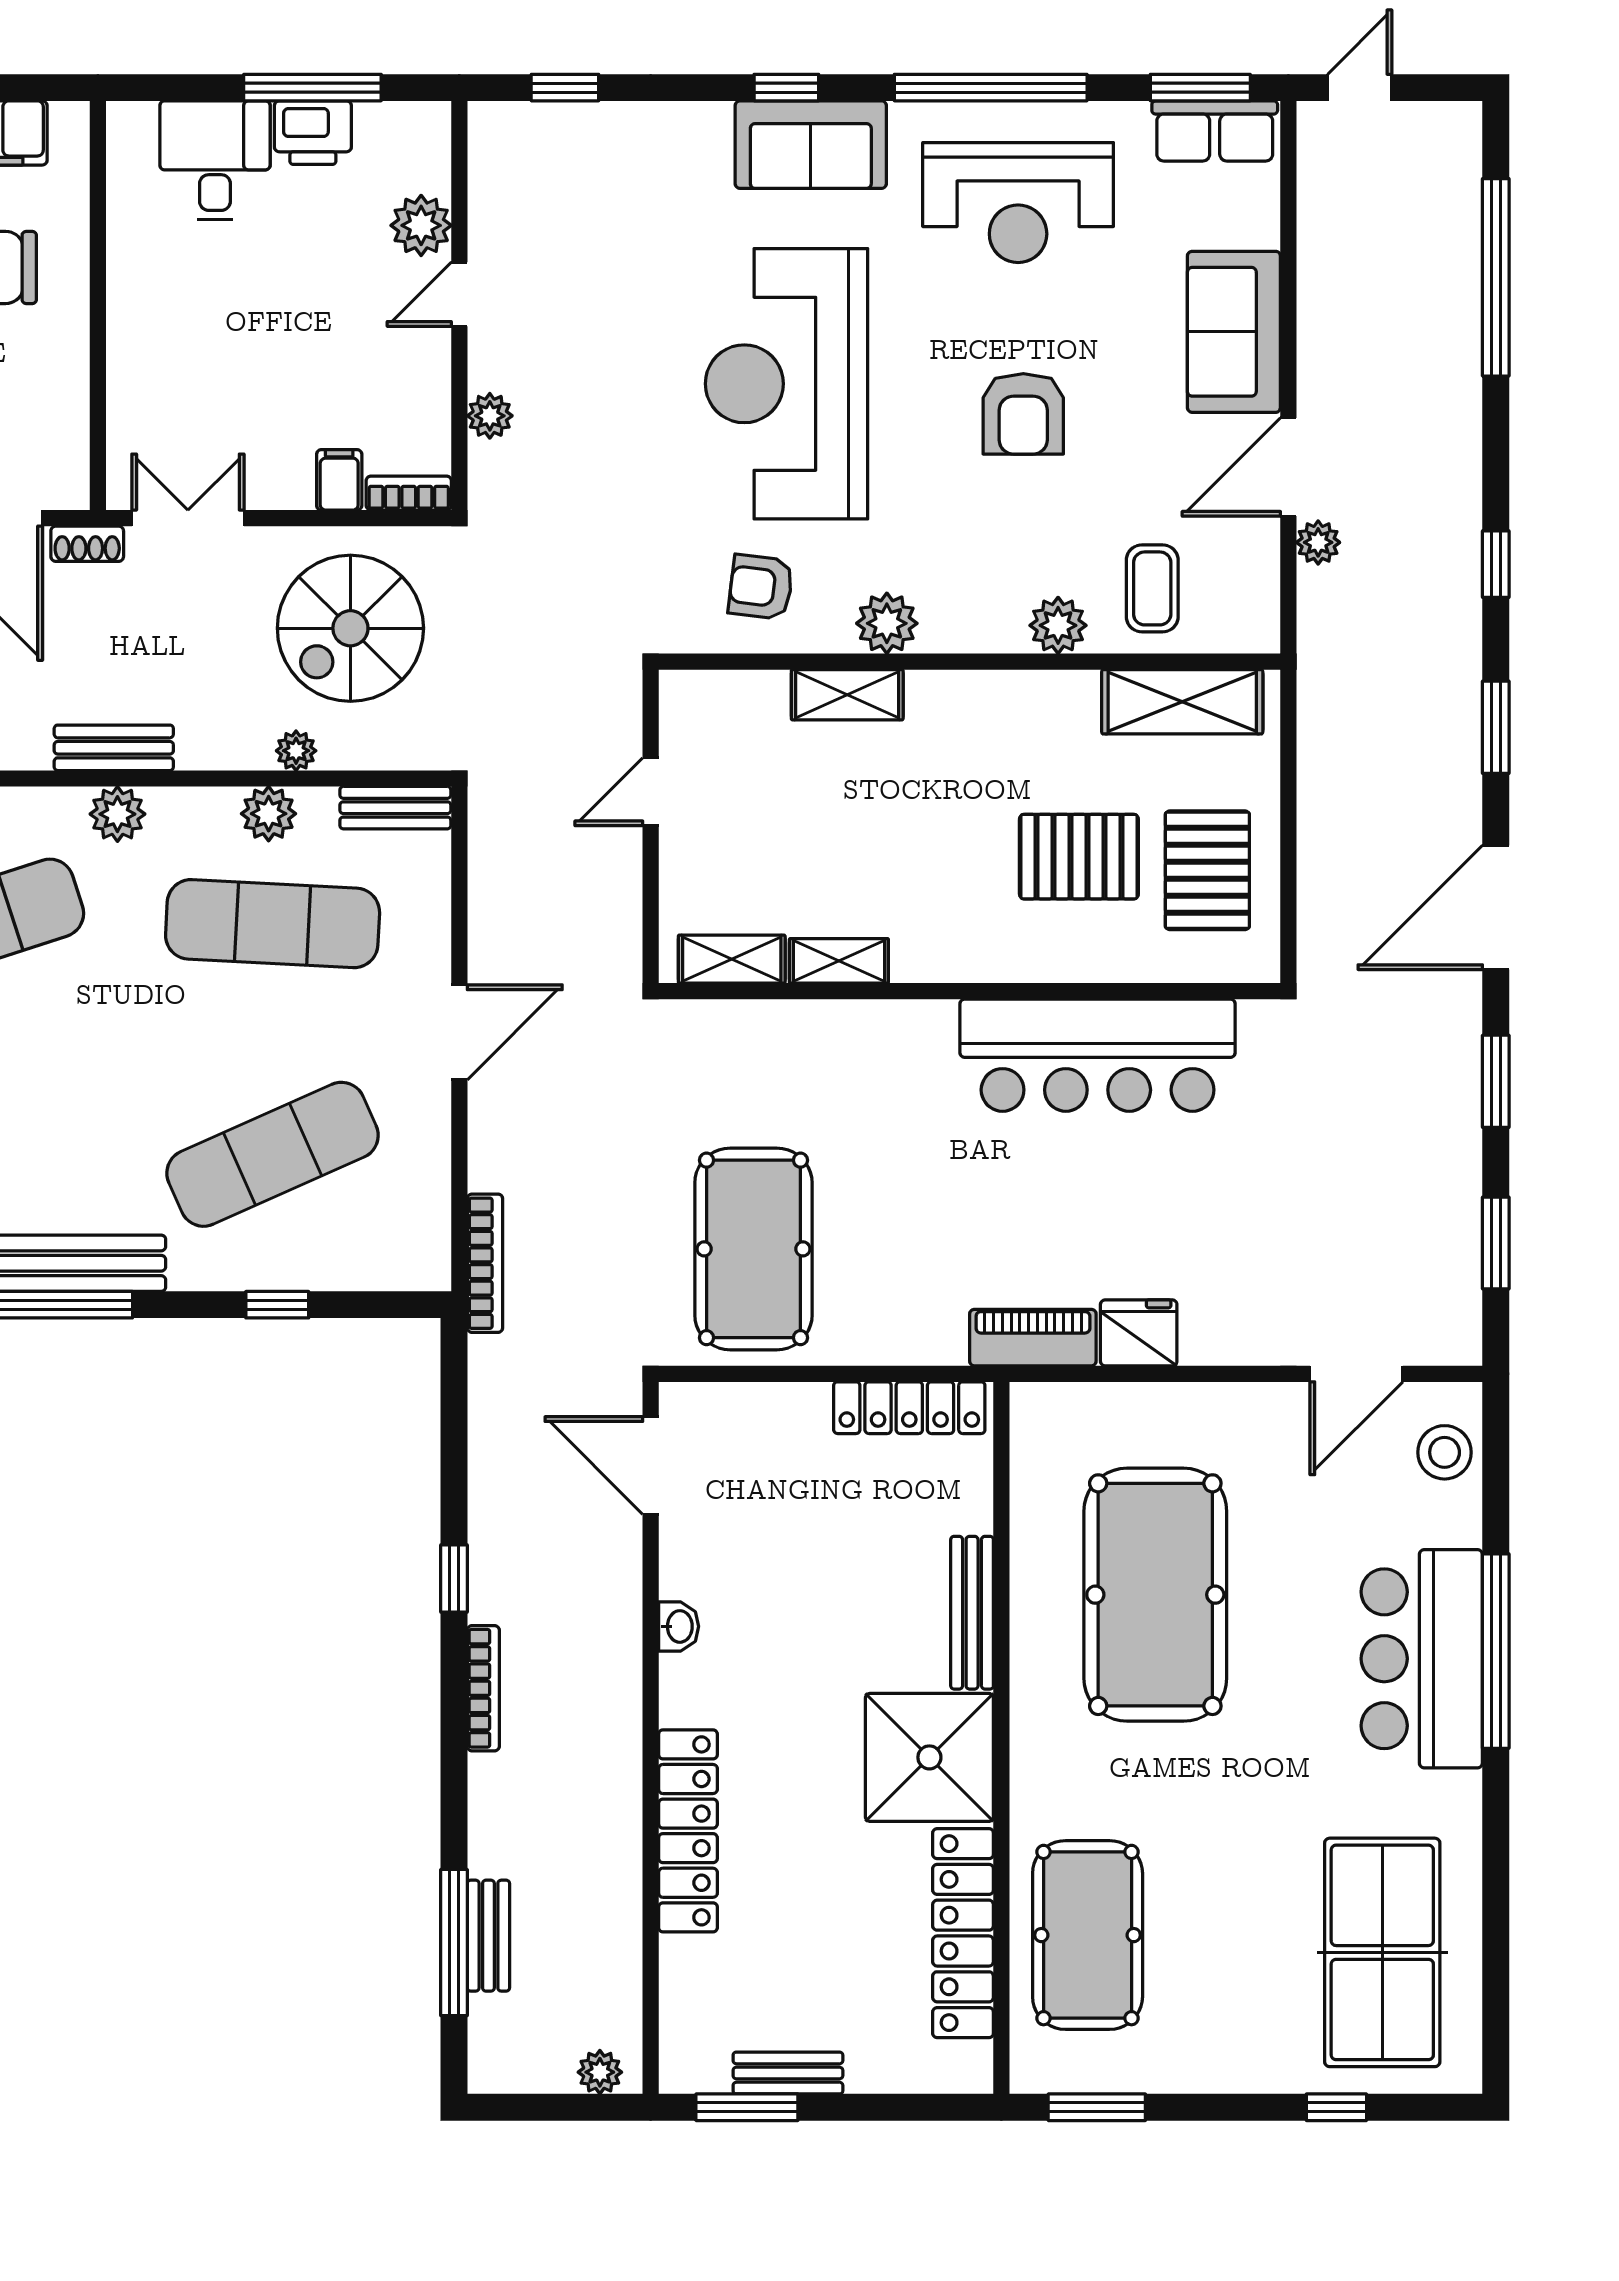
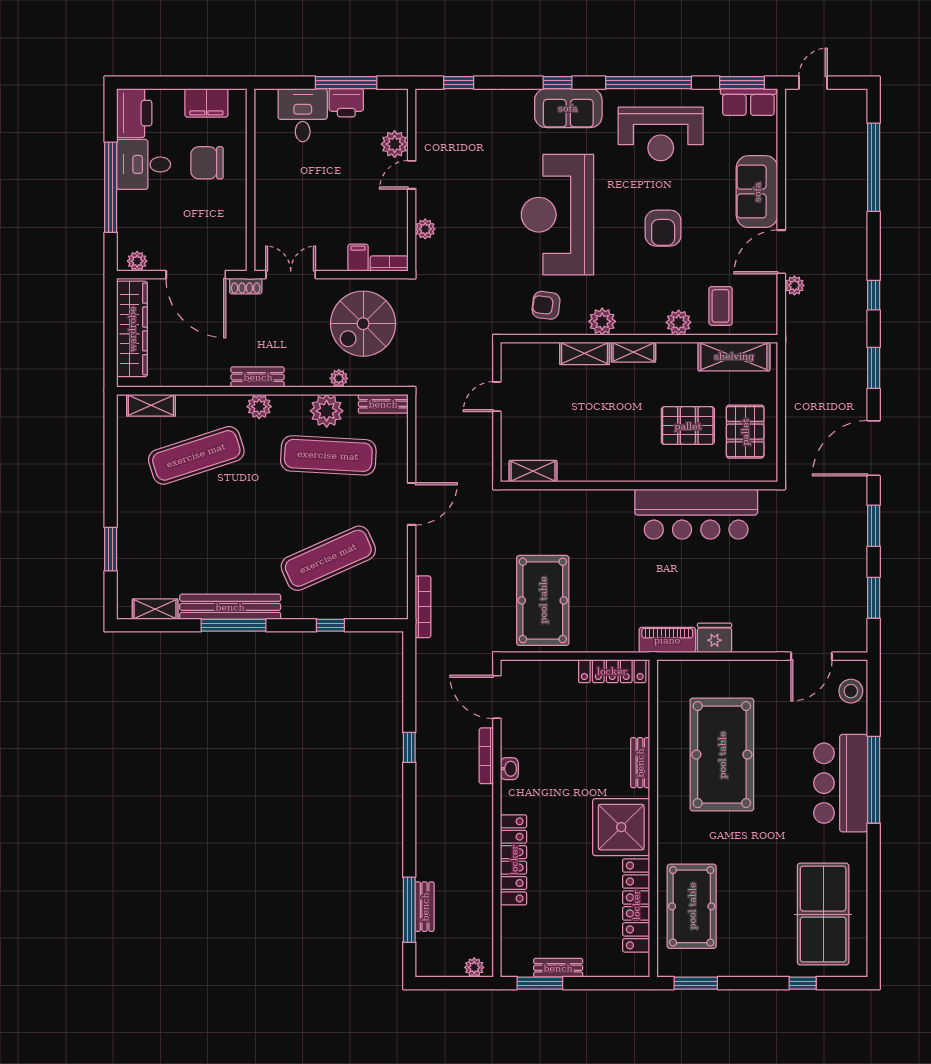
plant: (269, 814) -> (327, 411), width x1.36, depth x1.36
shelving: (839, 961) -> (633, 352), moved
bench: (972, 1613) -> (640, 763), width x0.73
bookcase: (483, 1688) -> (486, 756), moved, turned 180

